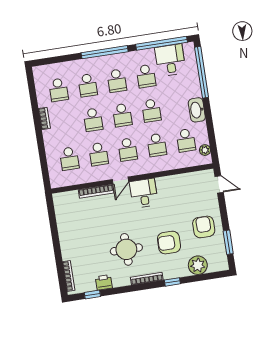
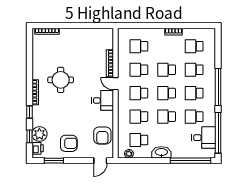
armchair: (169, 243) -> (102, 136), moved, turned 180
printer: (104, 282) -> (38, 148), moved
window: (92, 294) -> (29, 136), moved

